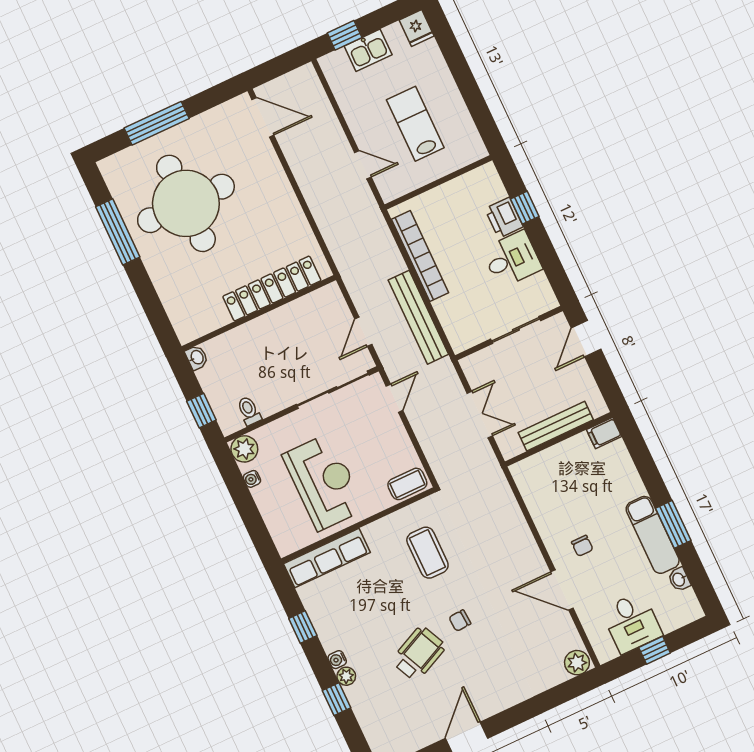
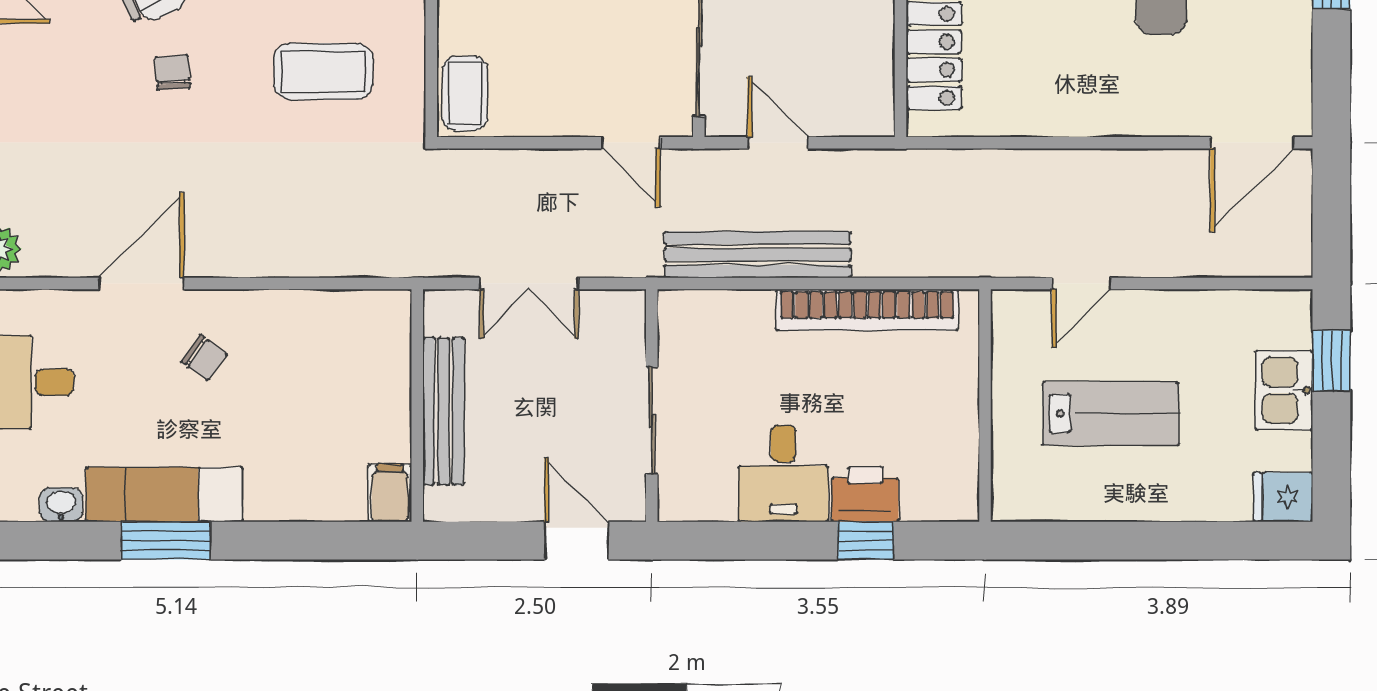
chair: (582, 546) -> (204, 358), turned -144

